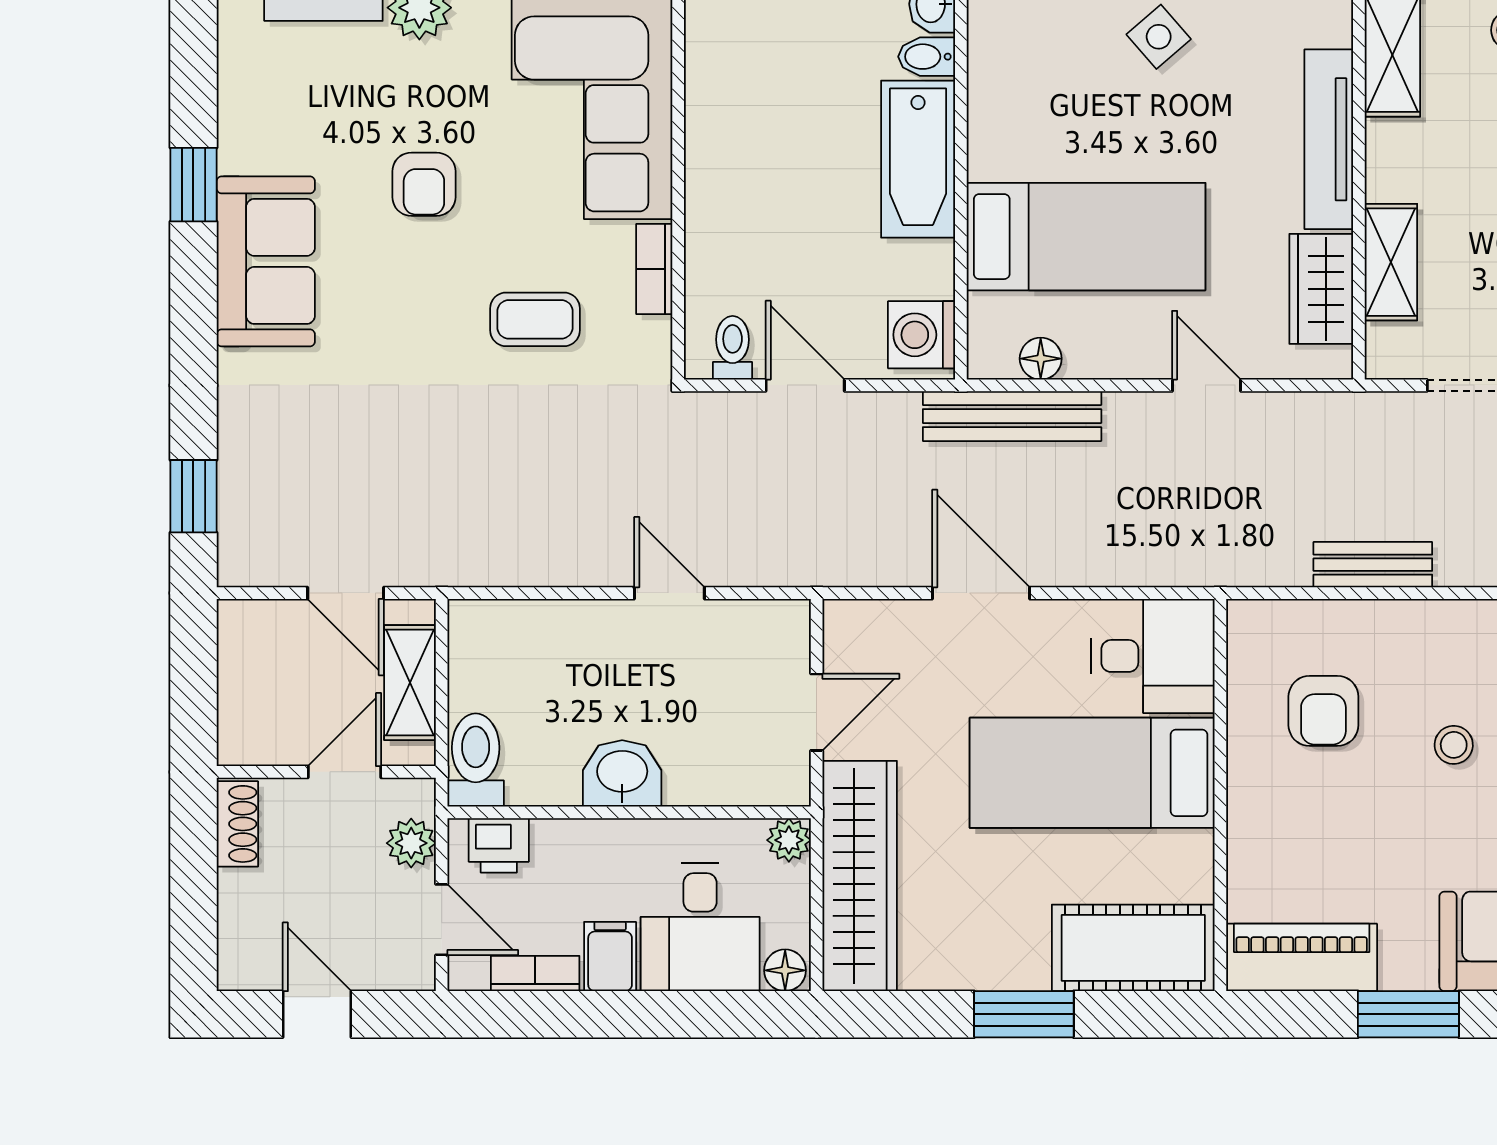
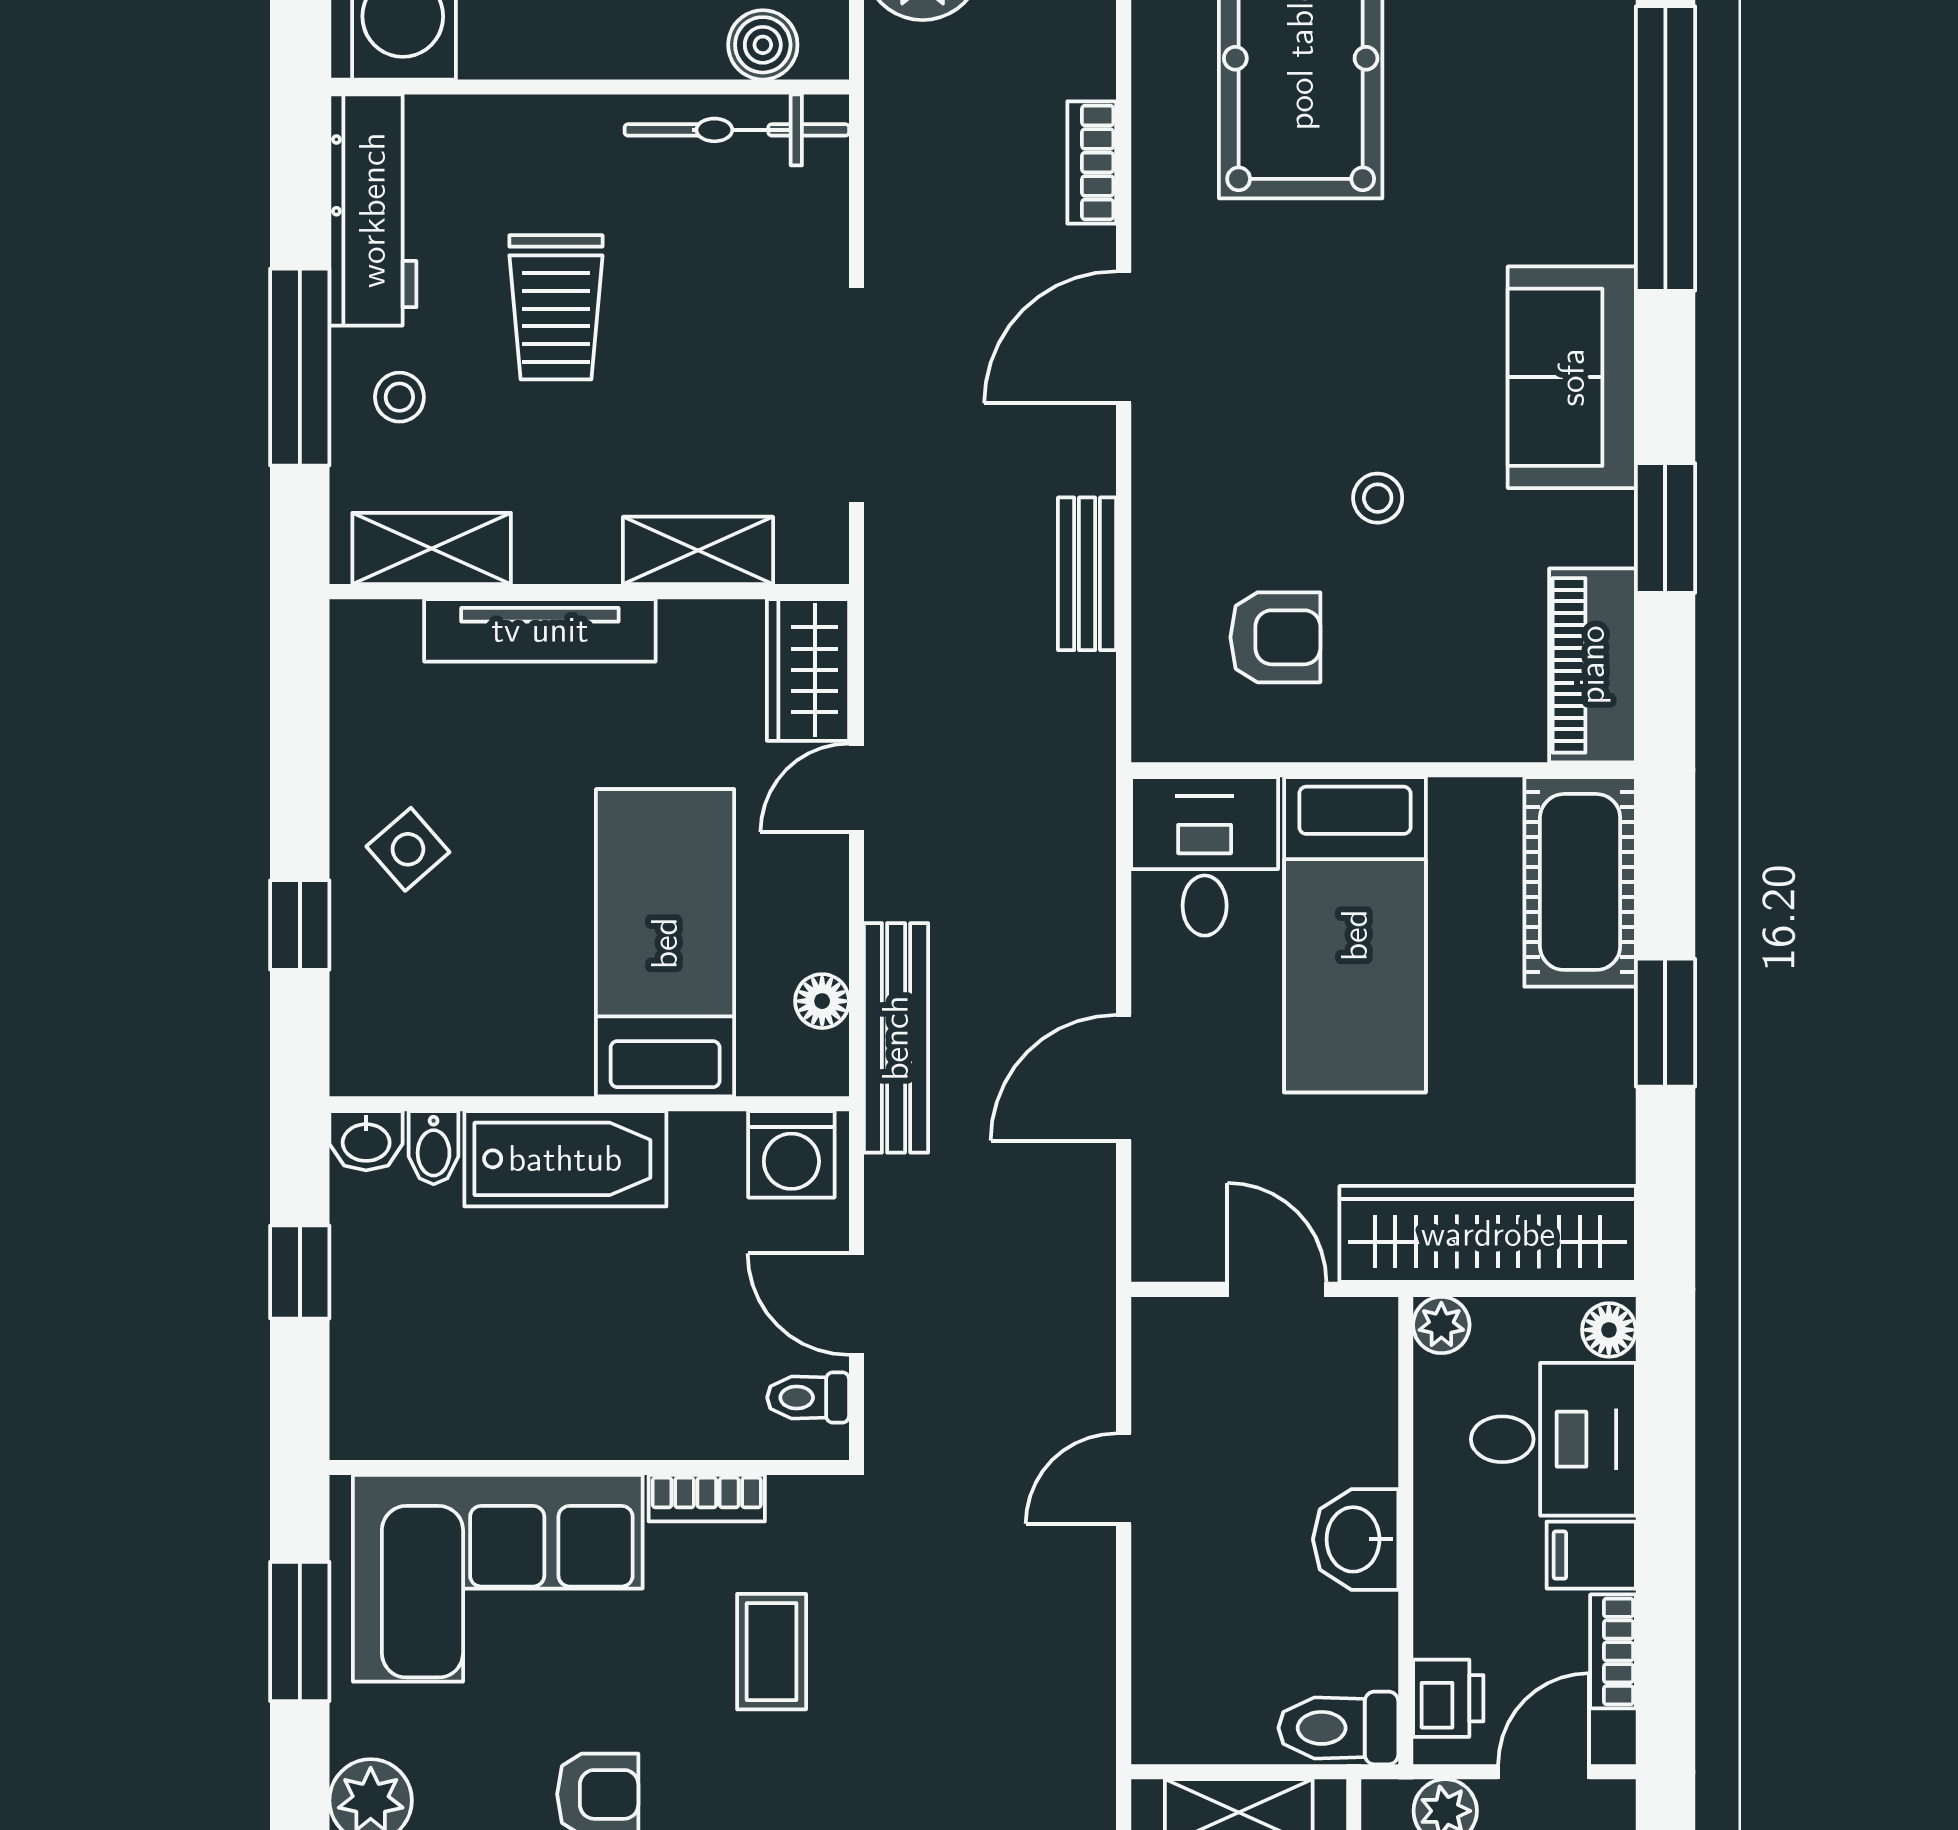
wardrobe: (1321, 289) -> (808, 670), moved, turned 90
door: (805, 385) -> (856, 1304), hinge flipped
stool: (1454, 745) -> (1378, 498), moved

